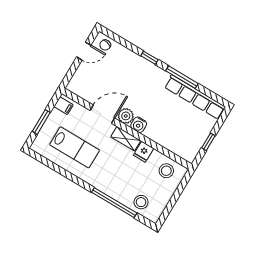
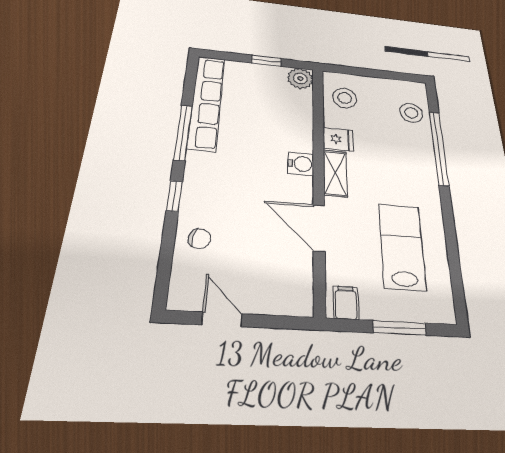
chair: (105, 45) -> (200, 239), moved
plant: (126, 116) -> (300, 78), moved

